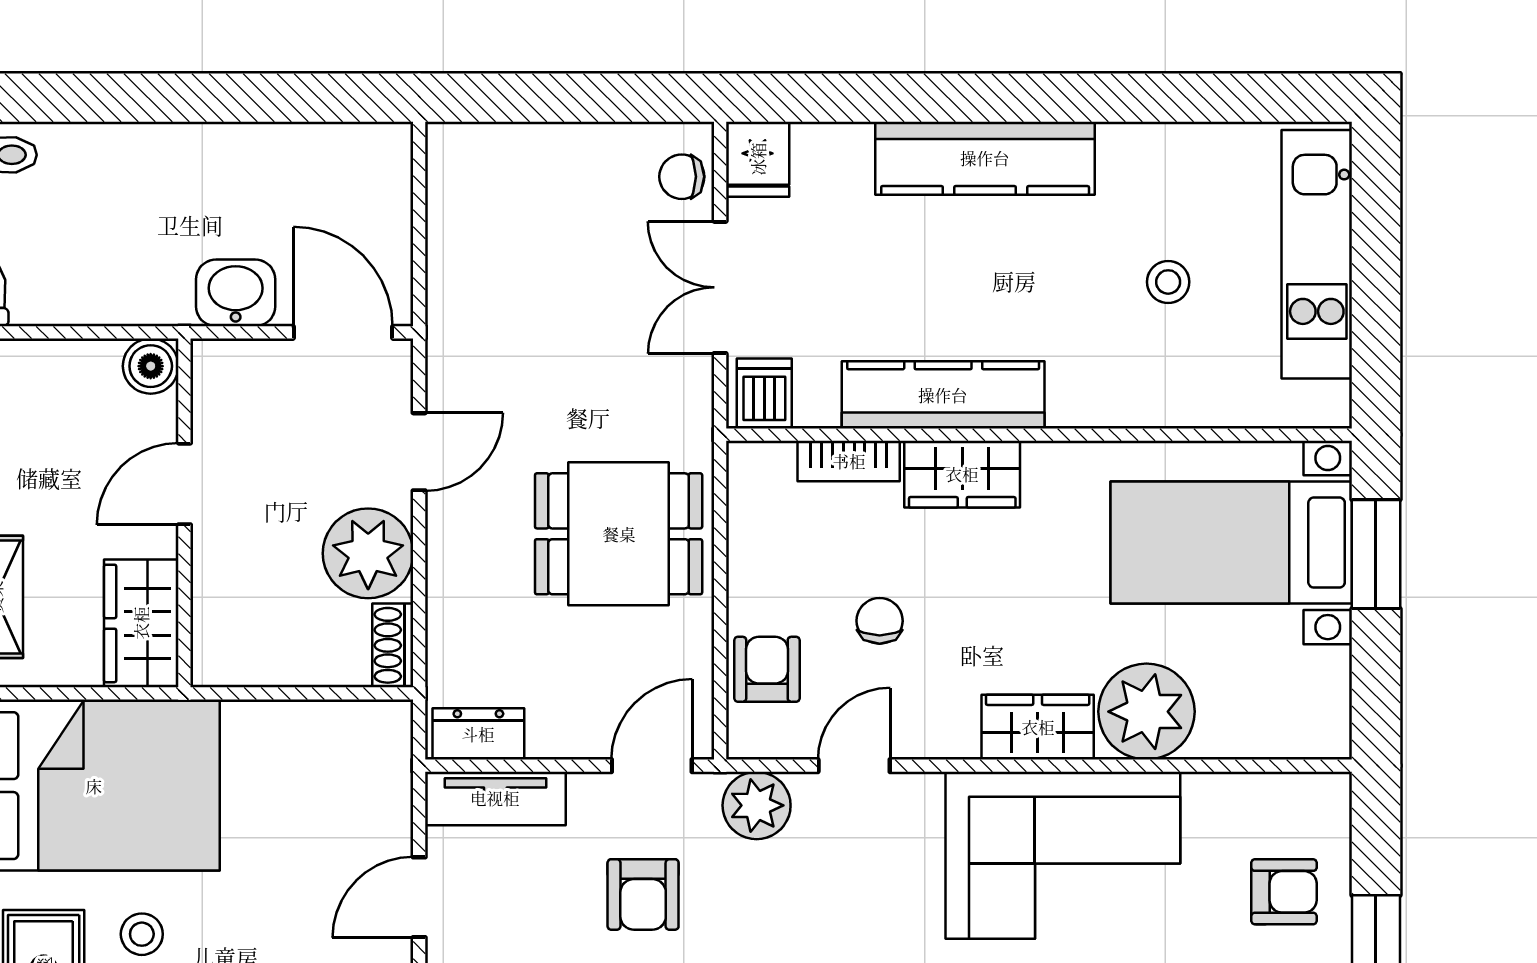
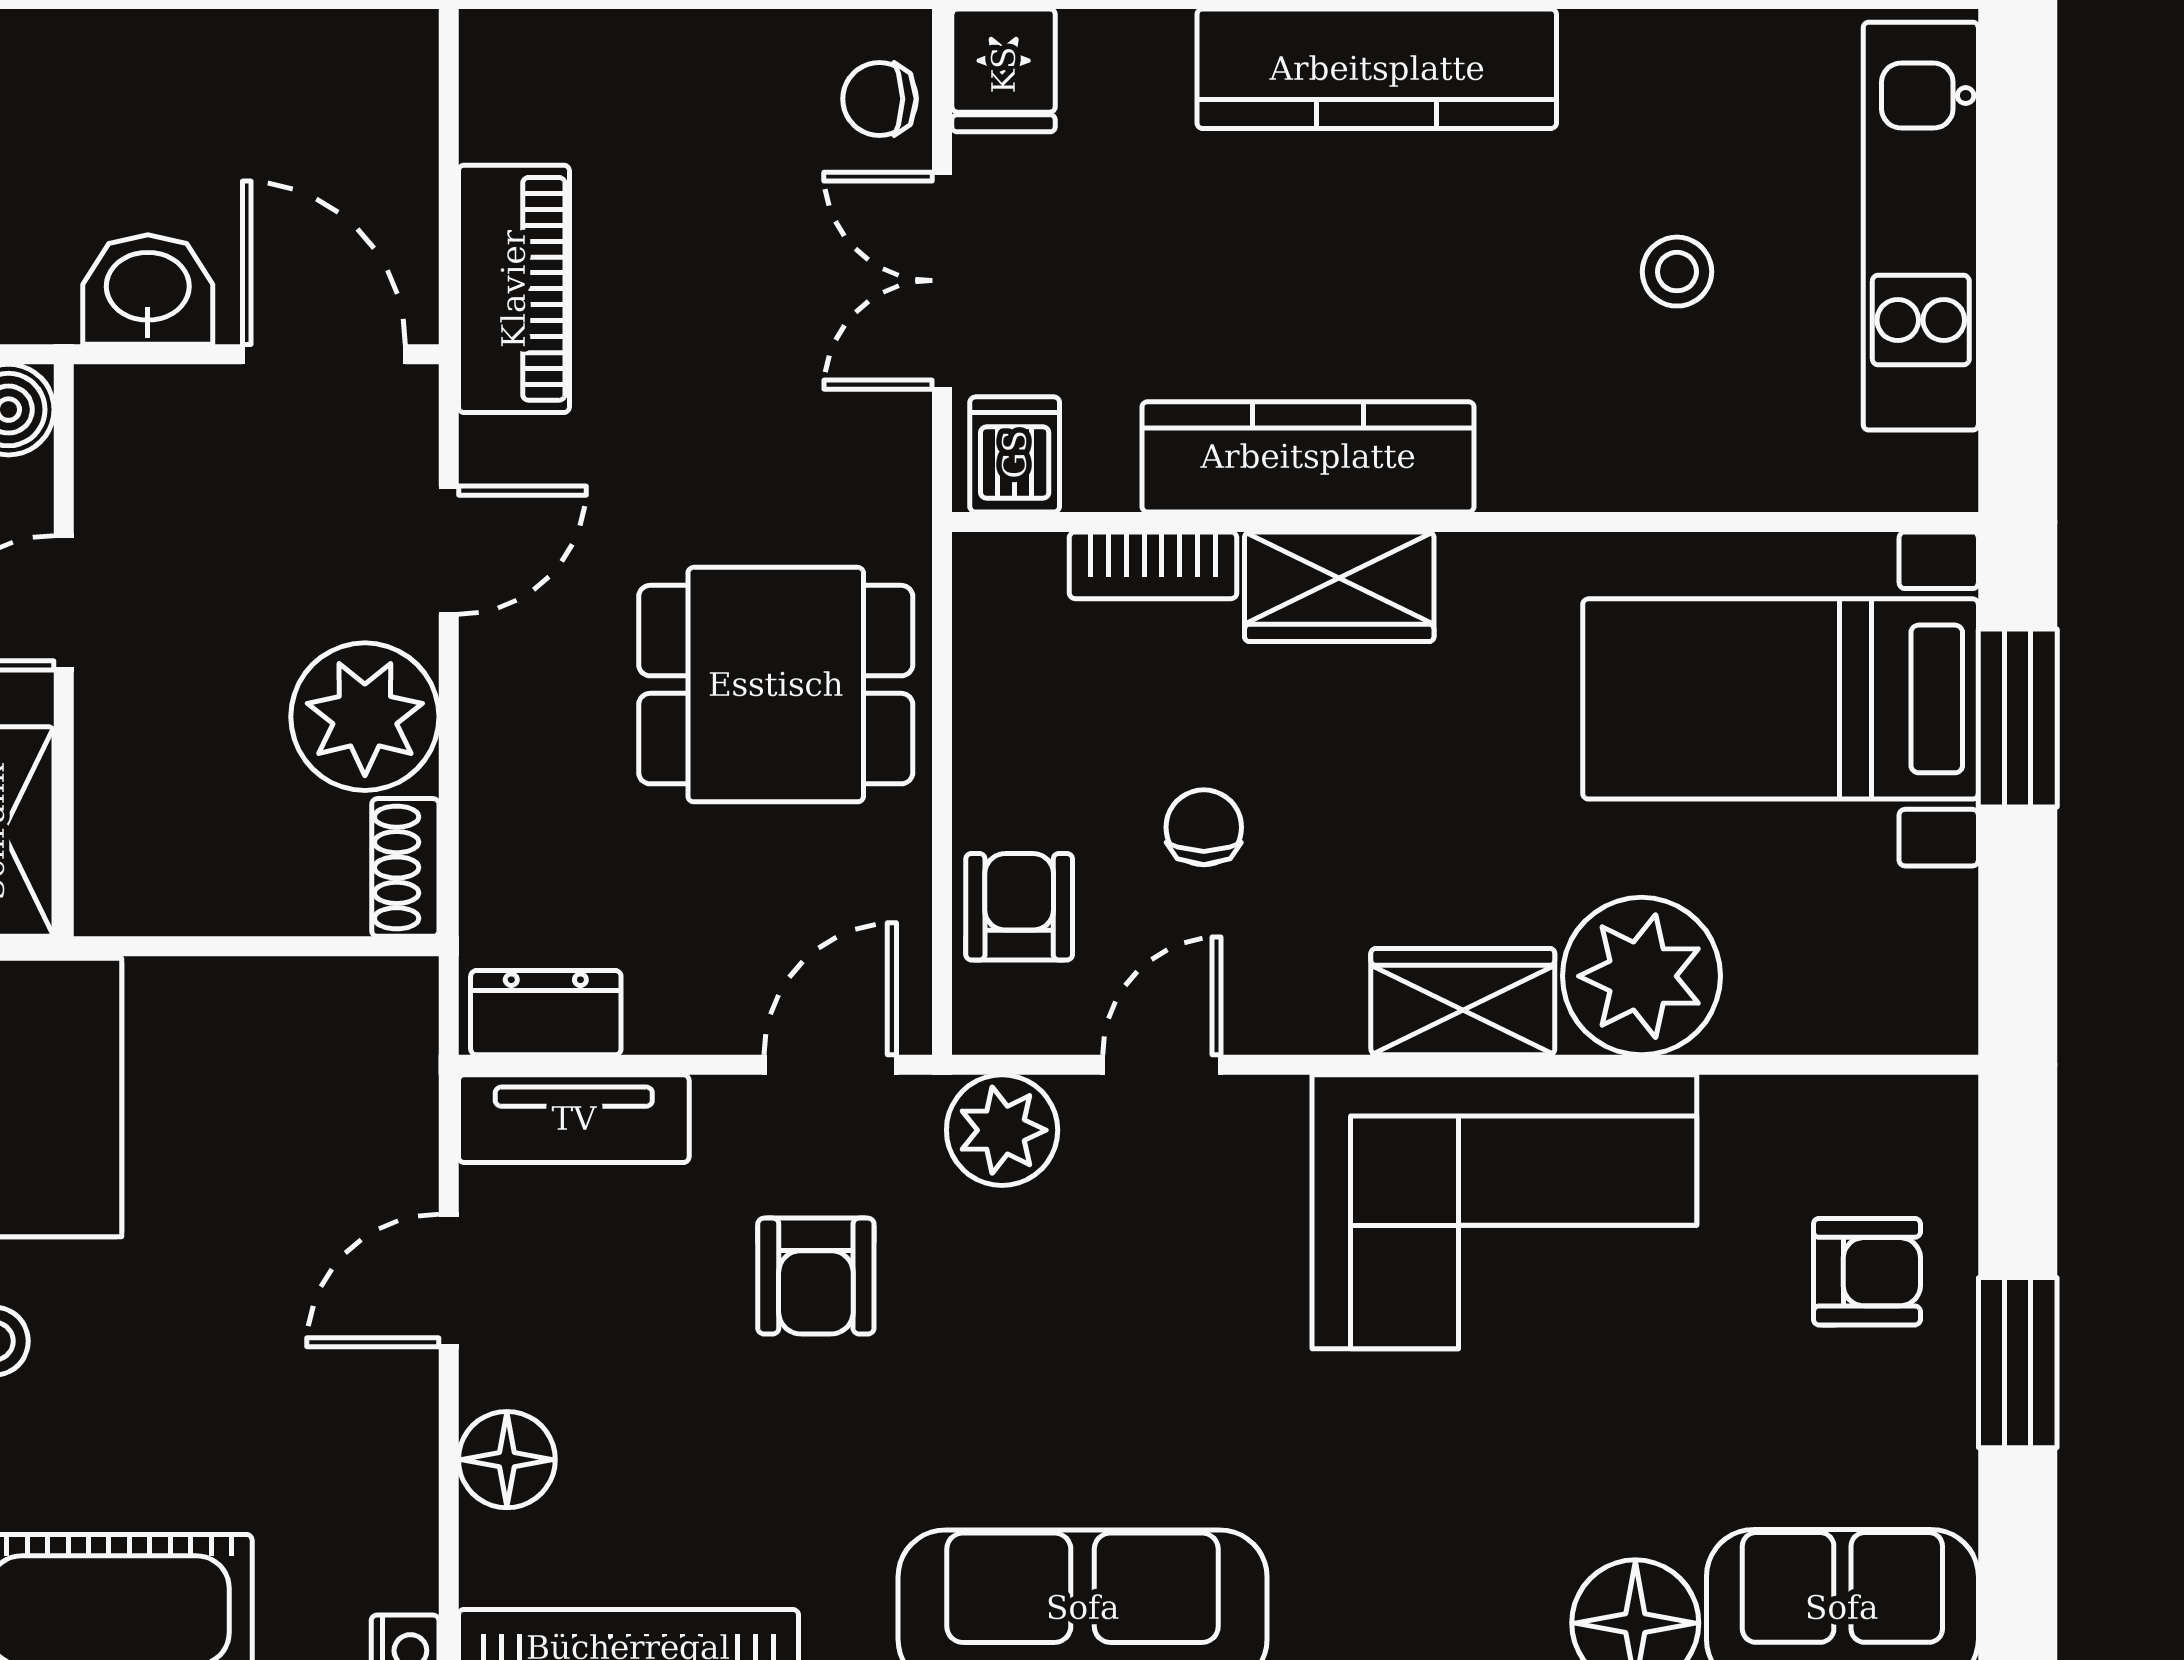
piano: (459, 292) -> (514, 289), added

